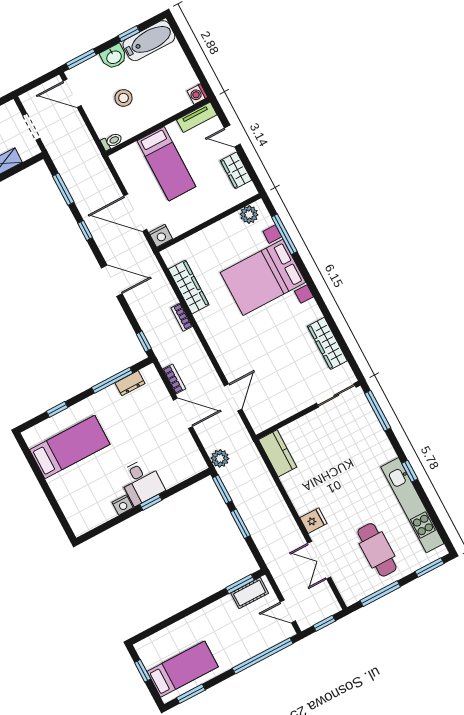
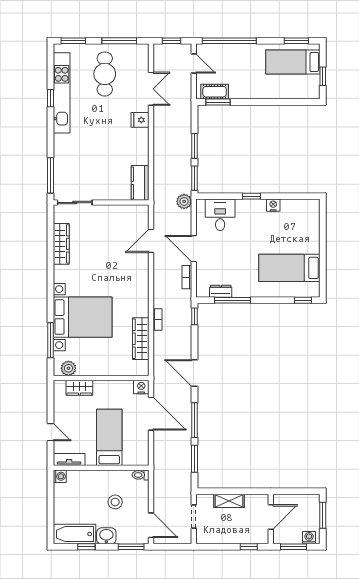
wardrobe: (236, 170) -> (79, 388), moved, turned 90
window: (85, 230) -> (194, 420), width x2.17
window: (57, 409) -> (303, 300), moved
window: (410, 471) -> (50, 98), moved
desk: (141, 482) -> (220, 215), moved

